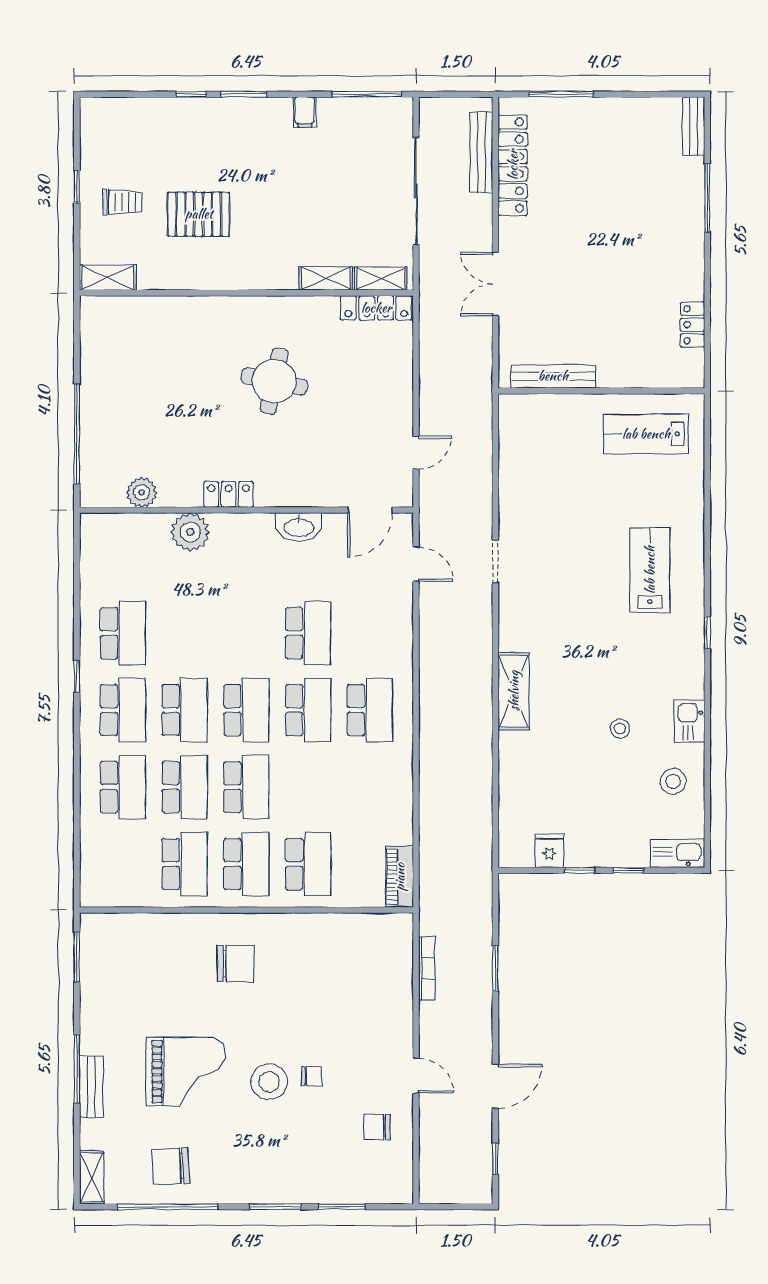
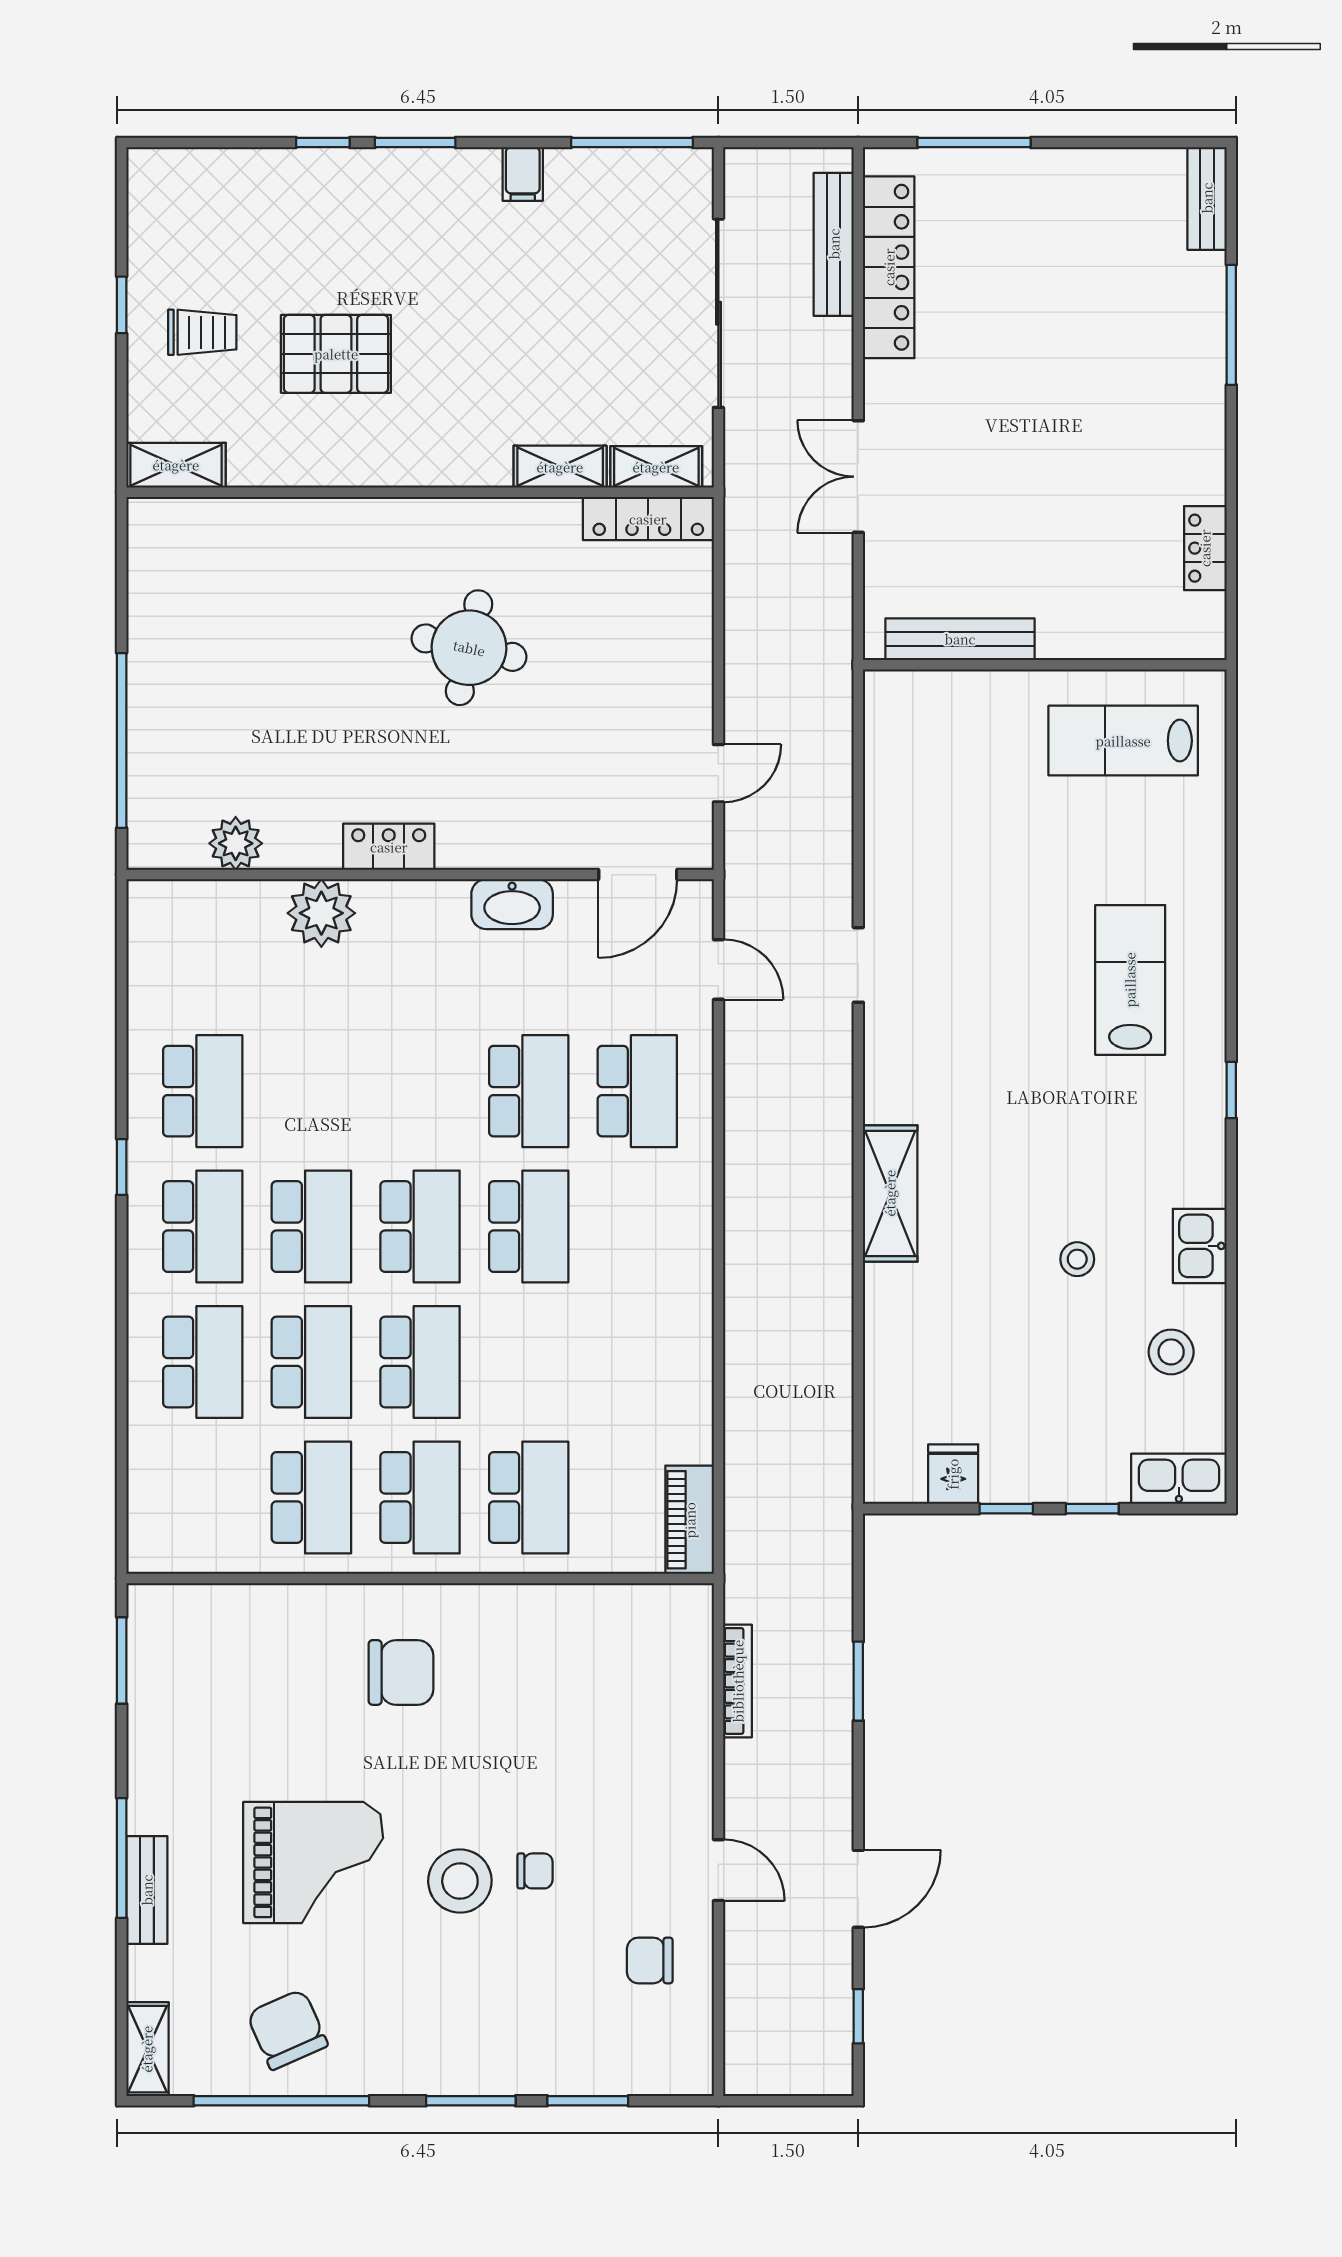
school desk: (370, 710) -> (637, 1091), moved
chair: (171, 1166) -> (287, 2030), turned 69

